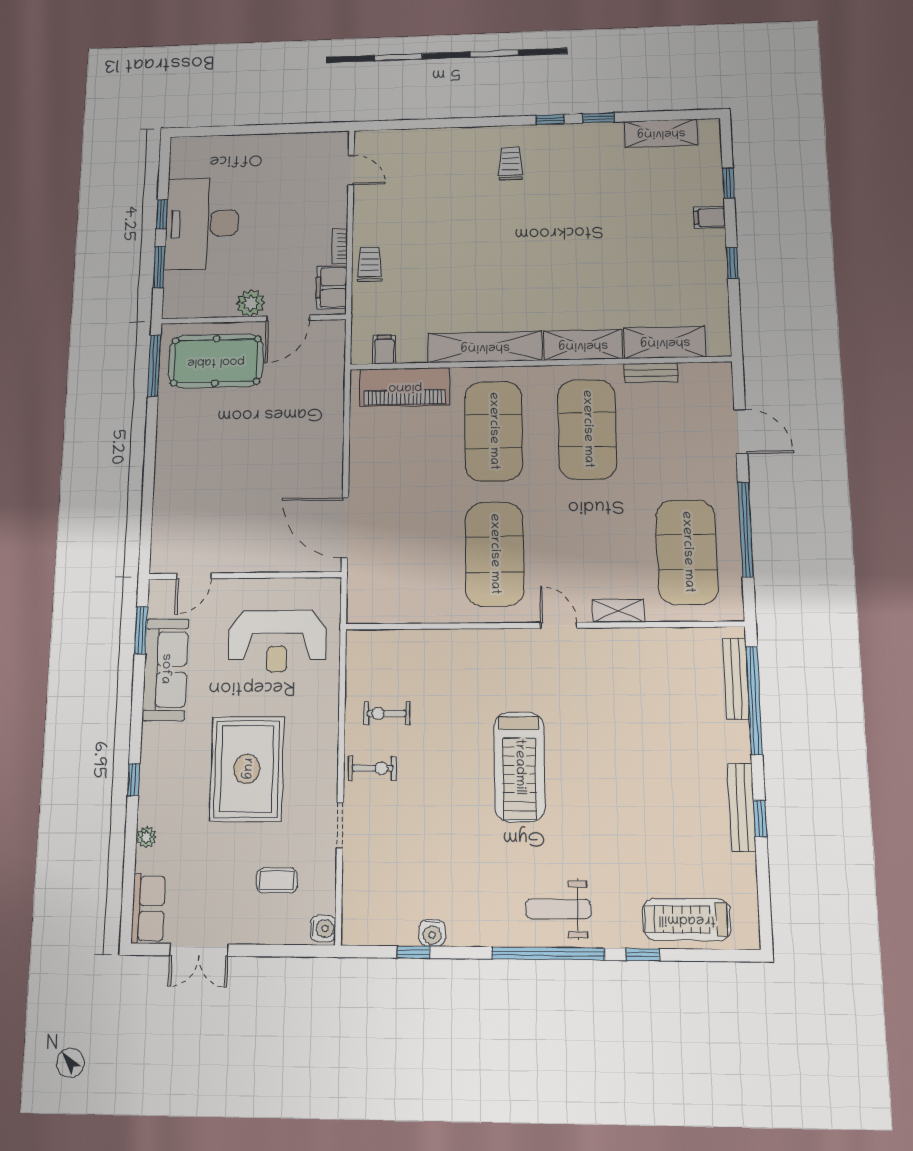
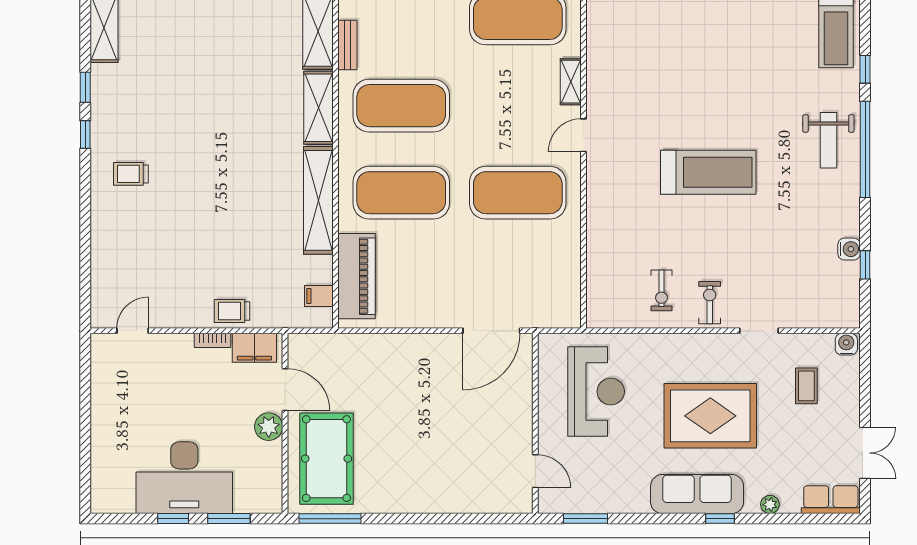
sofa: (165, 669) -> (697, 494), moved

